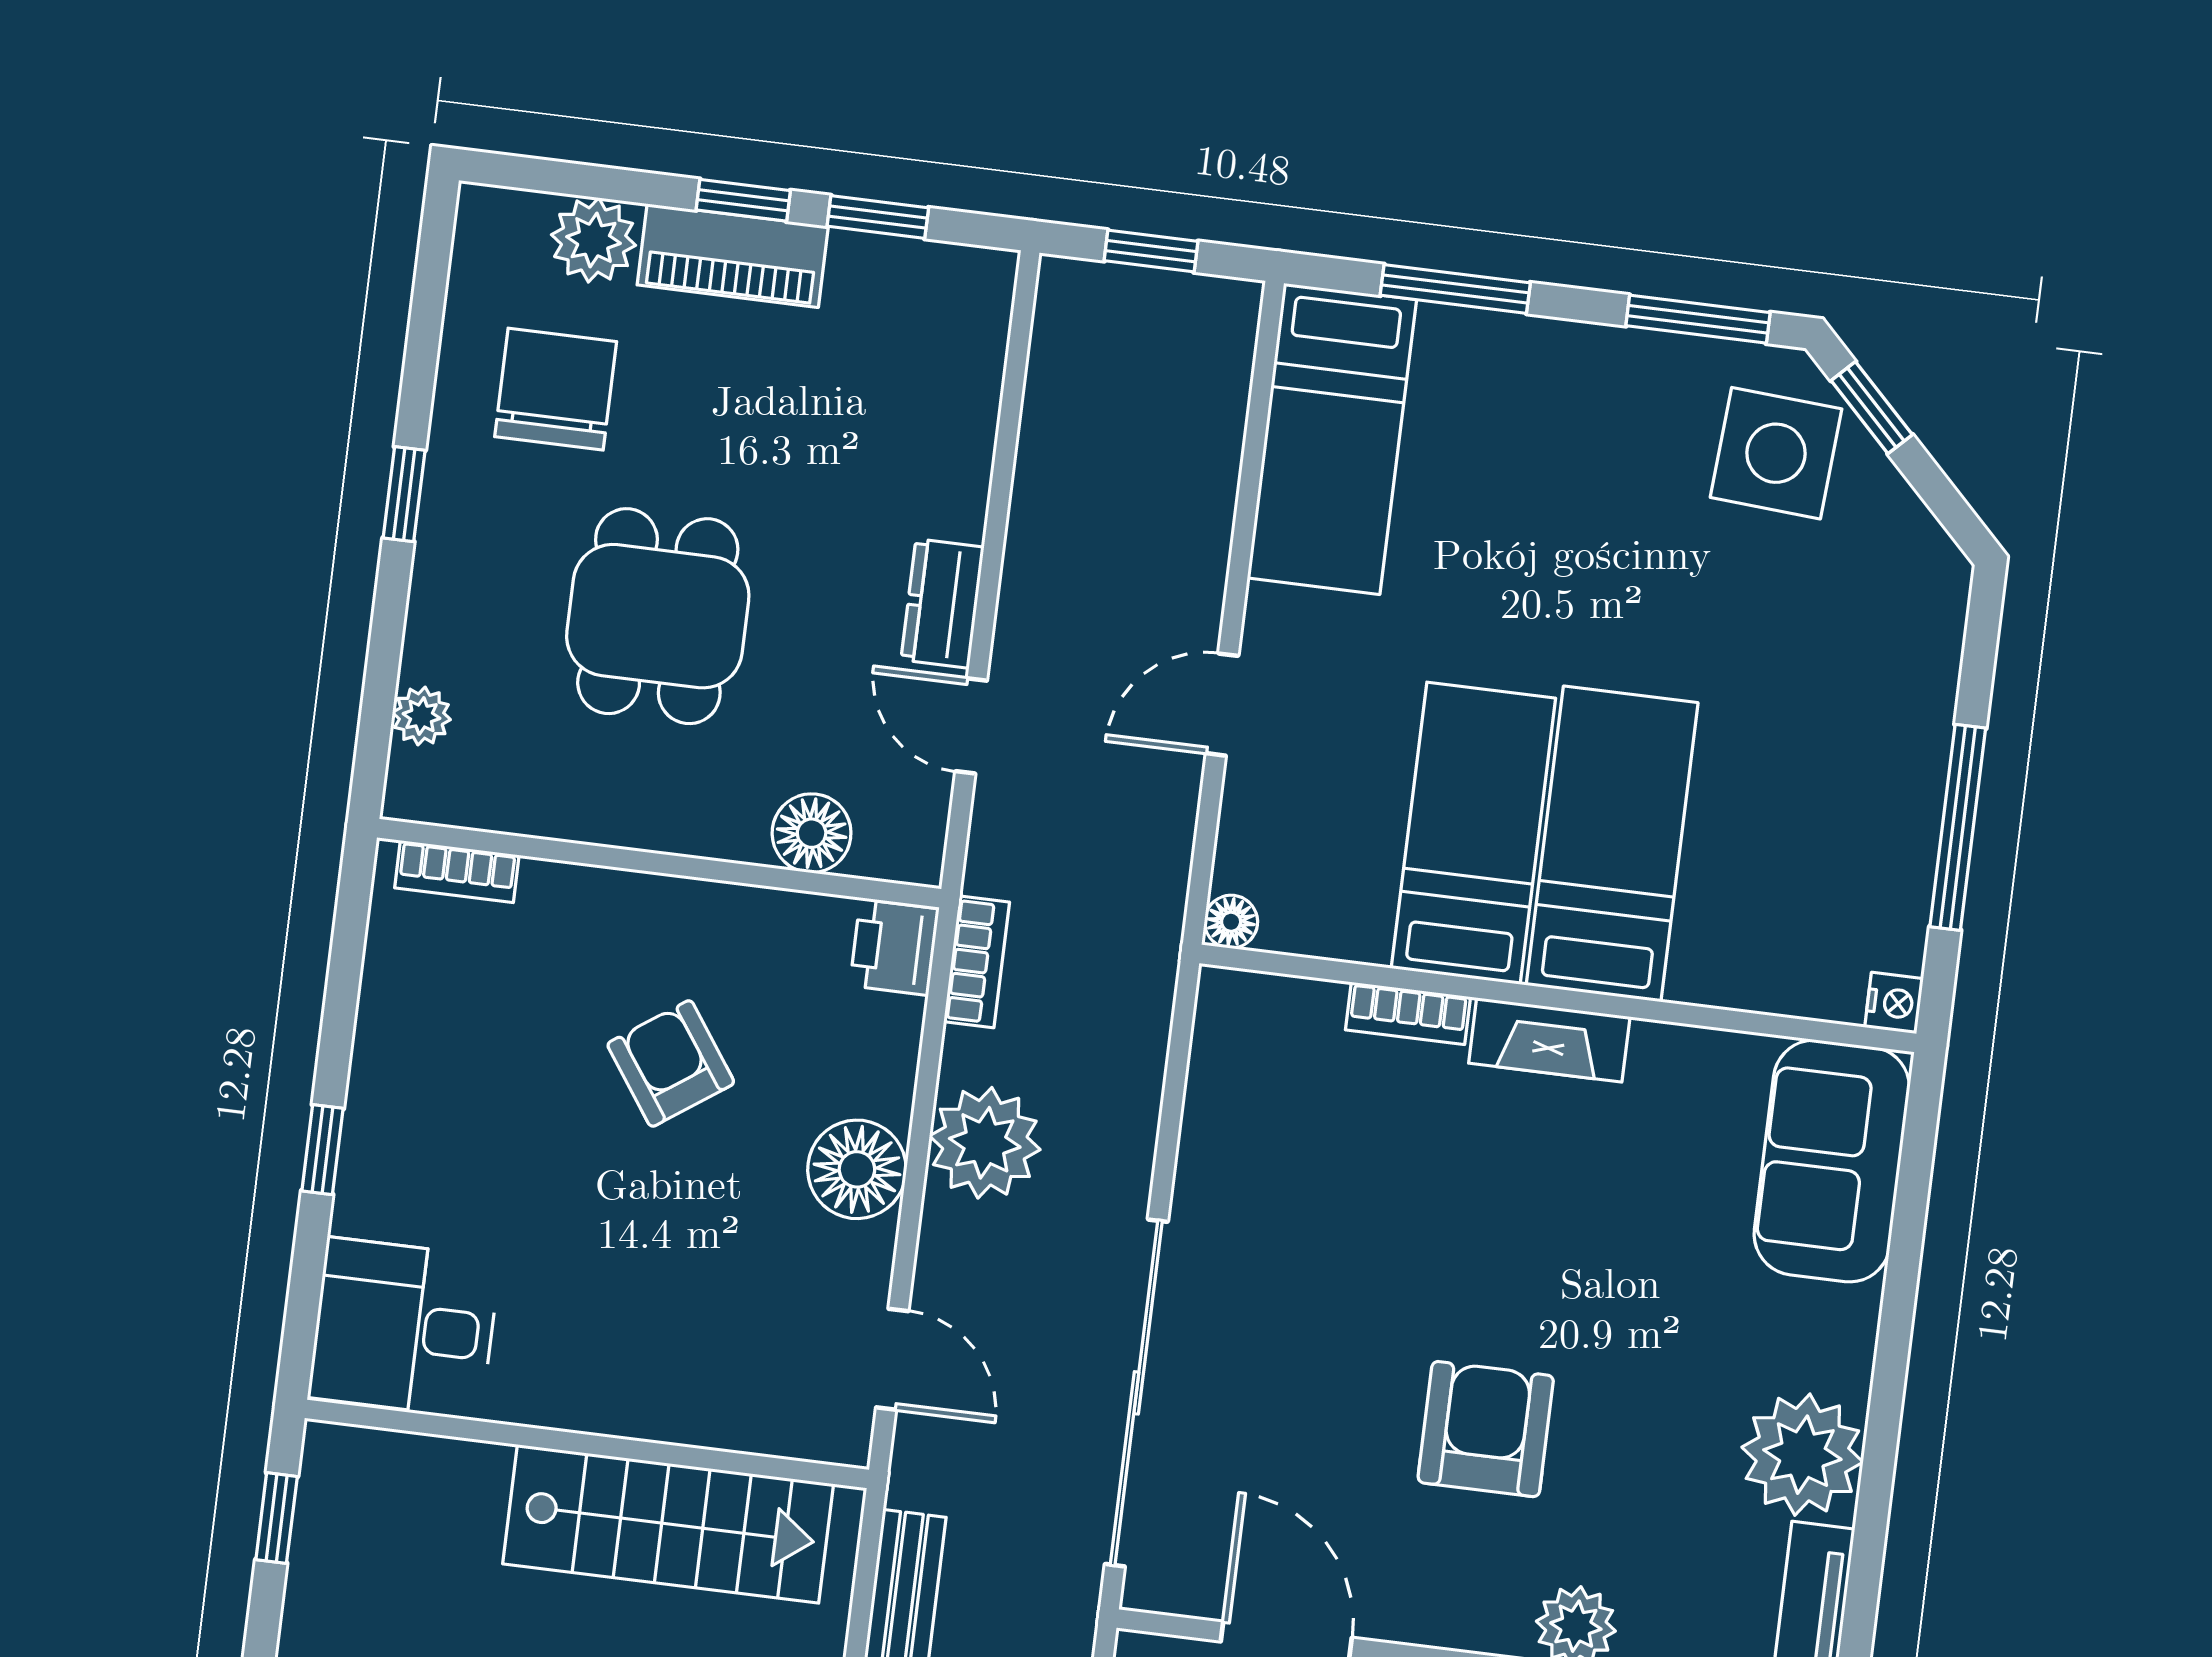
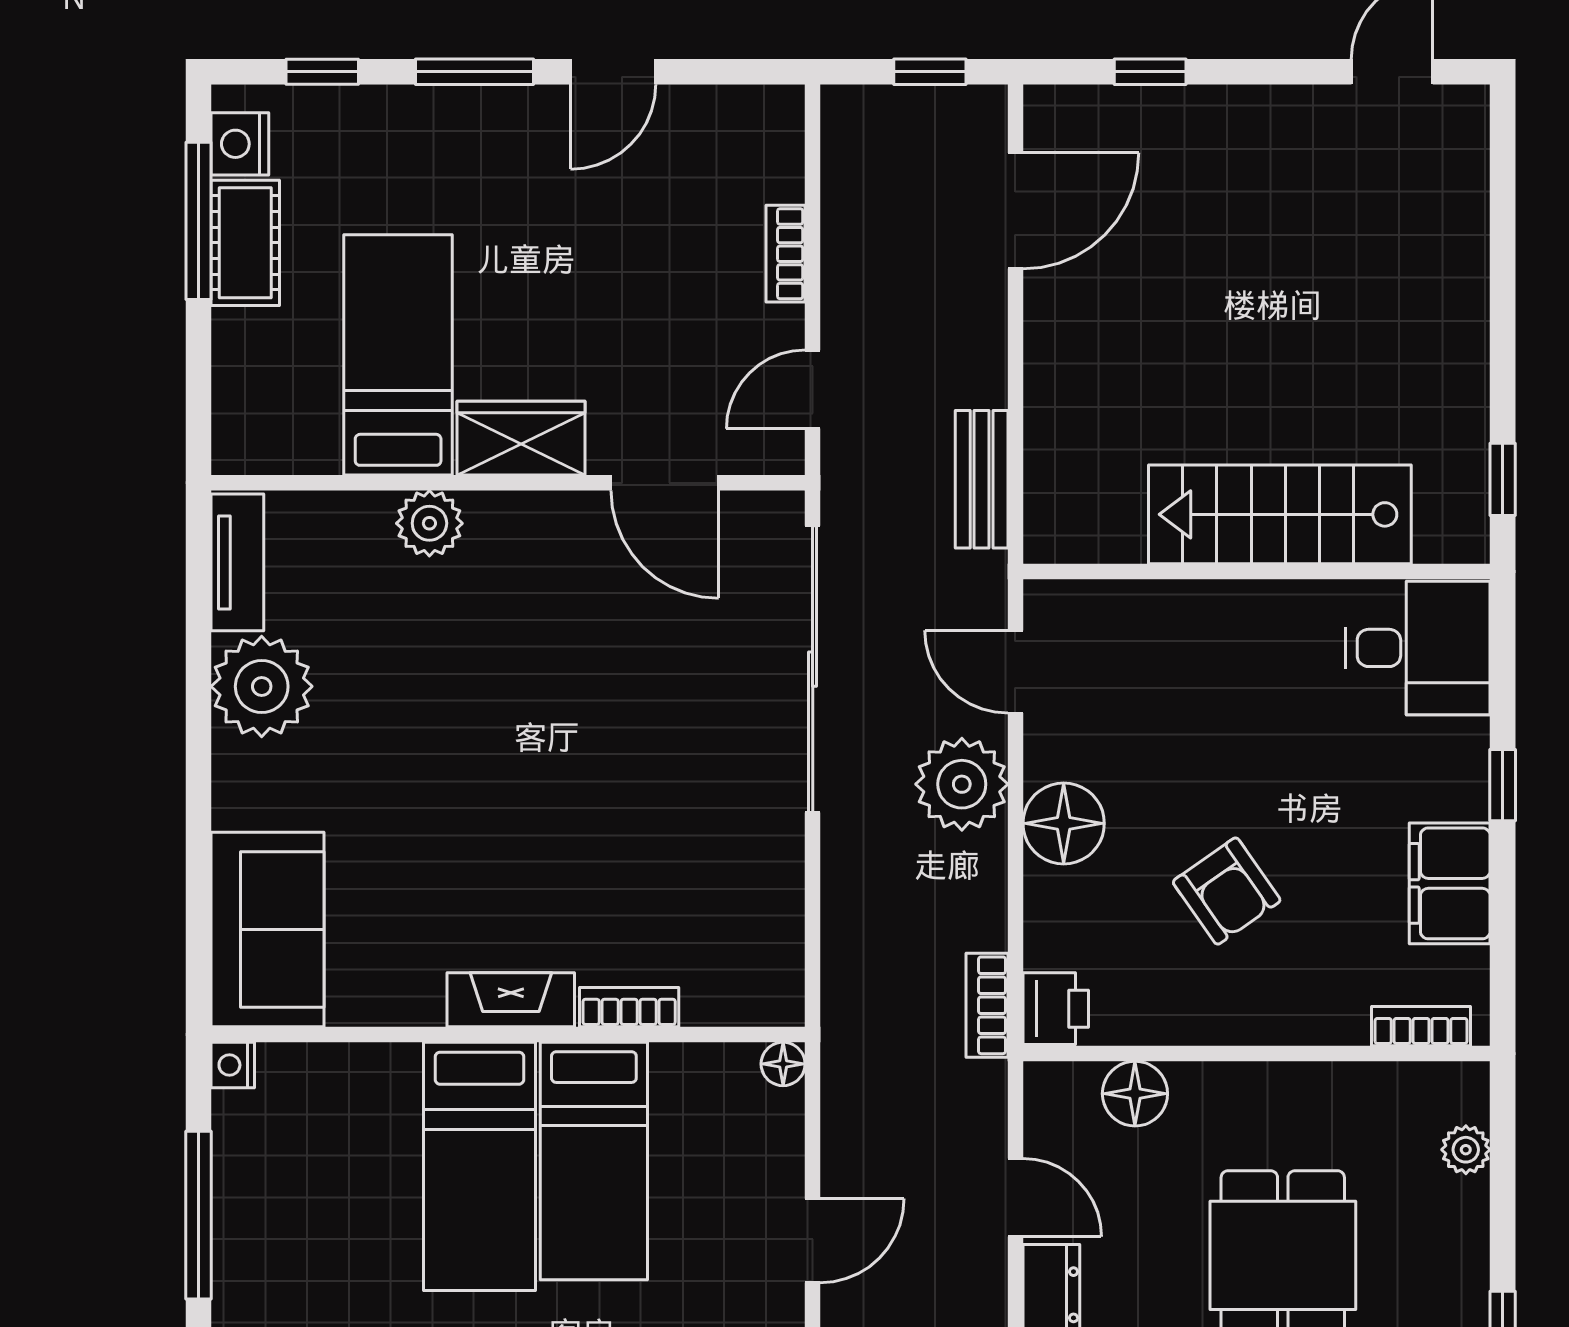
filing cabinet: (401, 1039) -> (1450, 883), added
plant: (985, 1143) -> (962, 784), moved
armchair: (1486, 1429) -> (523, 675), removed
stairs: (668, 1524) -> (1280, 514), moved

